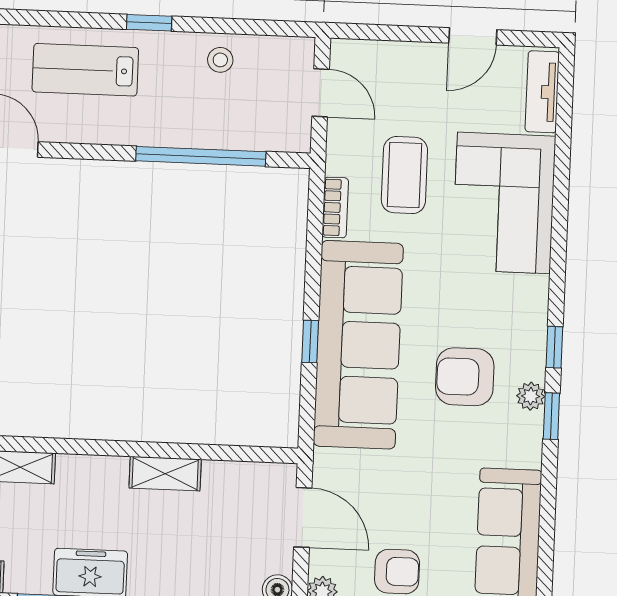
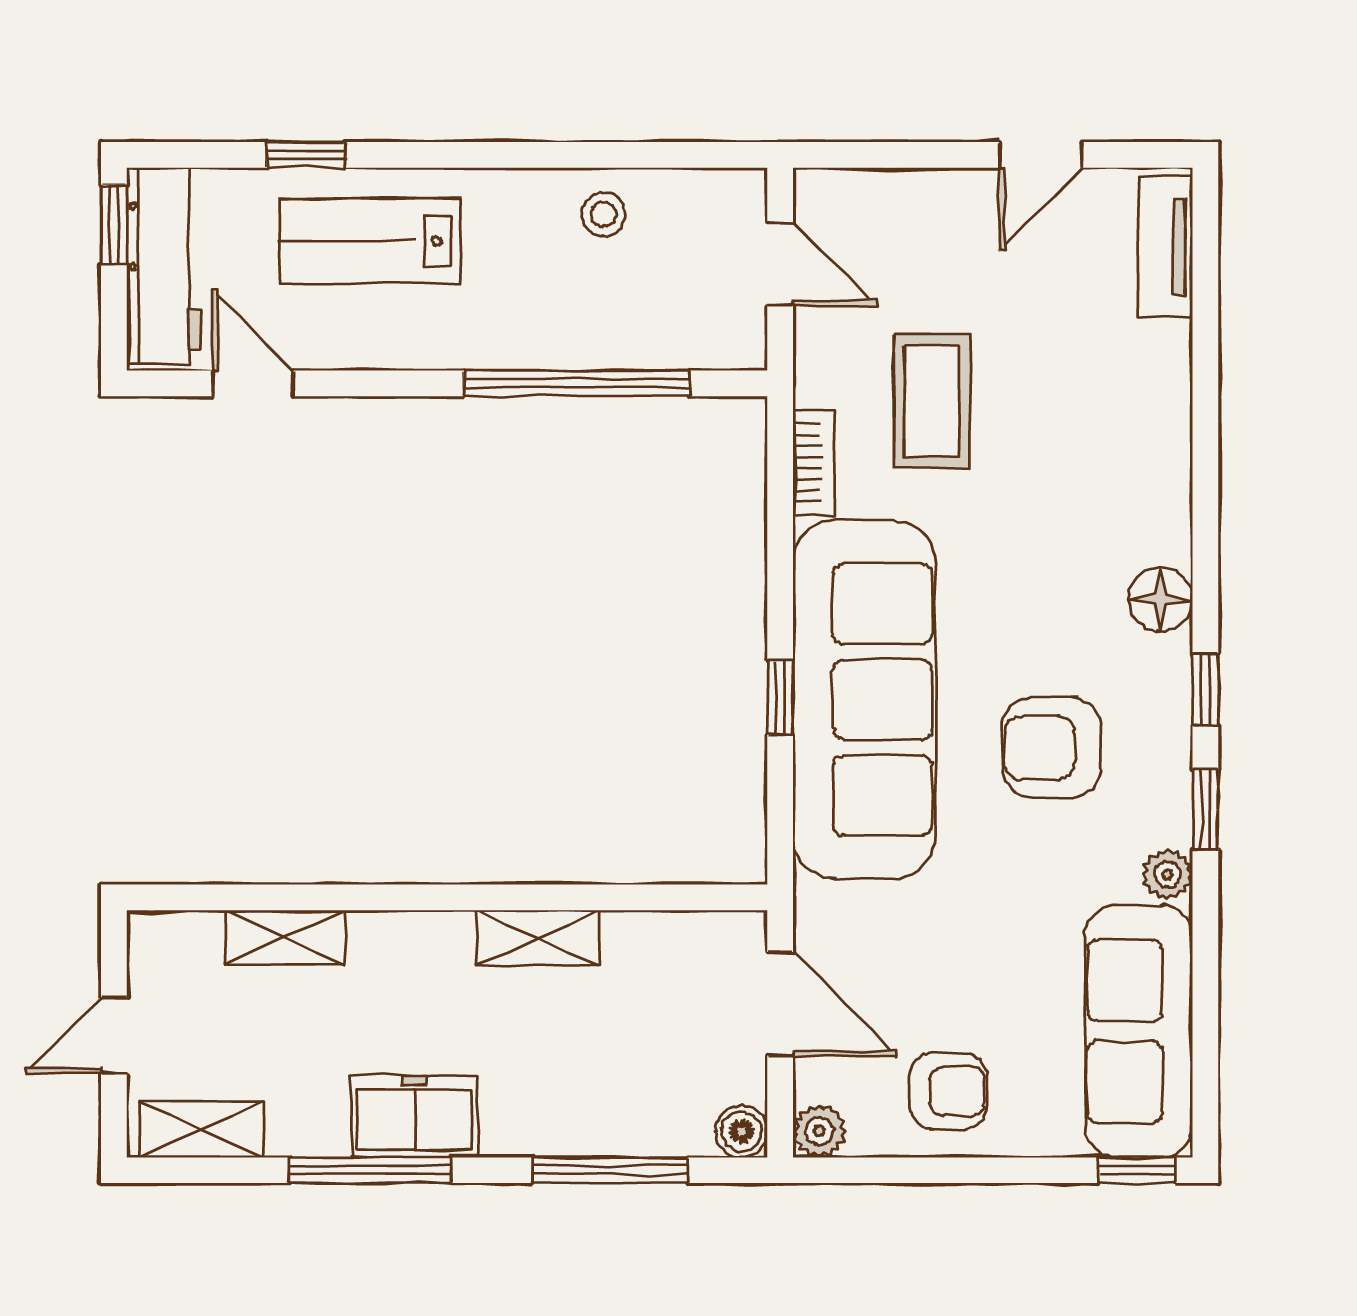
window: (149, 23) -> (306, 155), moved
corner sofa: (504, 203) -> (1107, 442), removed
floor lamp: (531, 294) -> (1161, 600), added
plant: (531, 396) -> (1168, 874), moved

